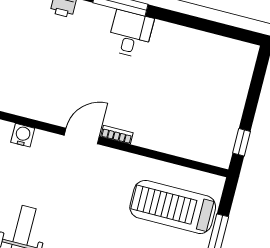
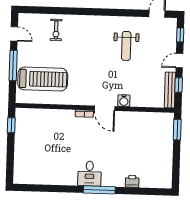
water cooler: (23, 135) -> (124, 101), moved
door: (82, 136) -> (105, 108), hinge flipped

